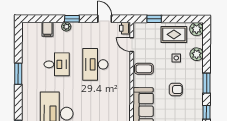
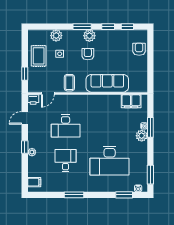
filing cabinet: (47, 29) -> (34, 182), moved
plant: (197, 29) -> (89, 36), moved

